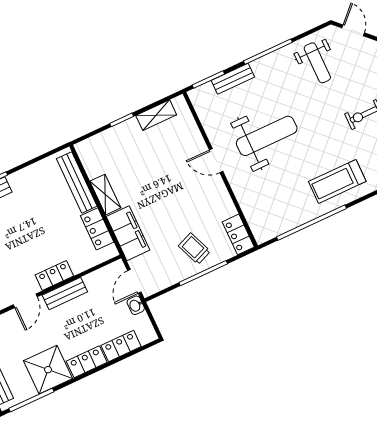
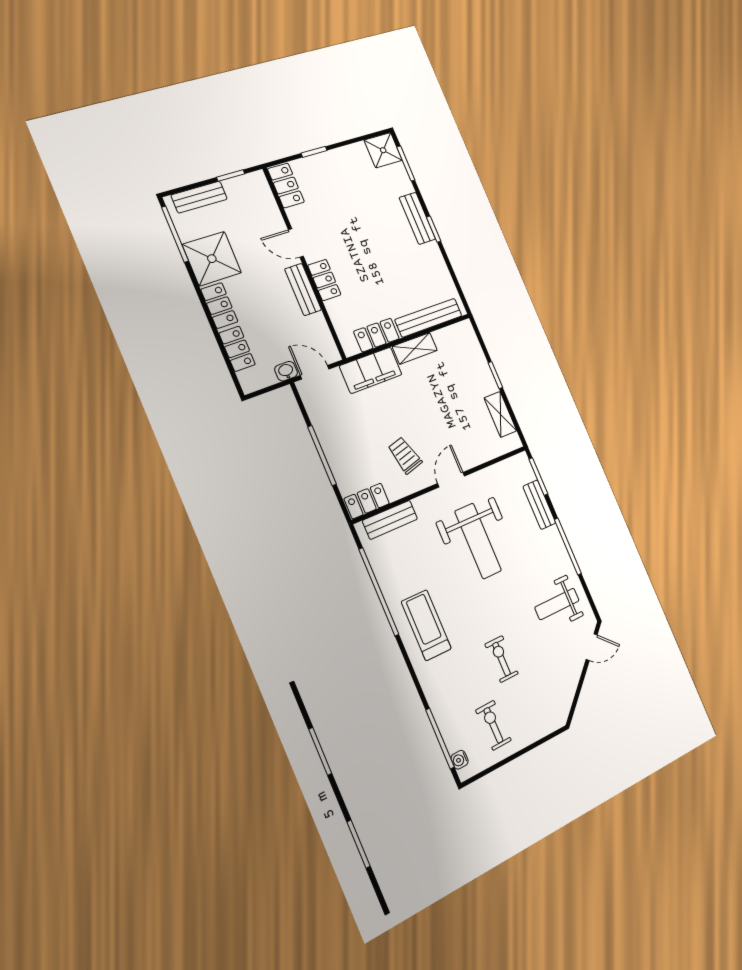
bench: (253, 214) -> (390, 520), added
trolley: (194, 249) -> (405, 455), moved, turned -83

